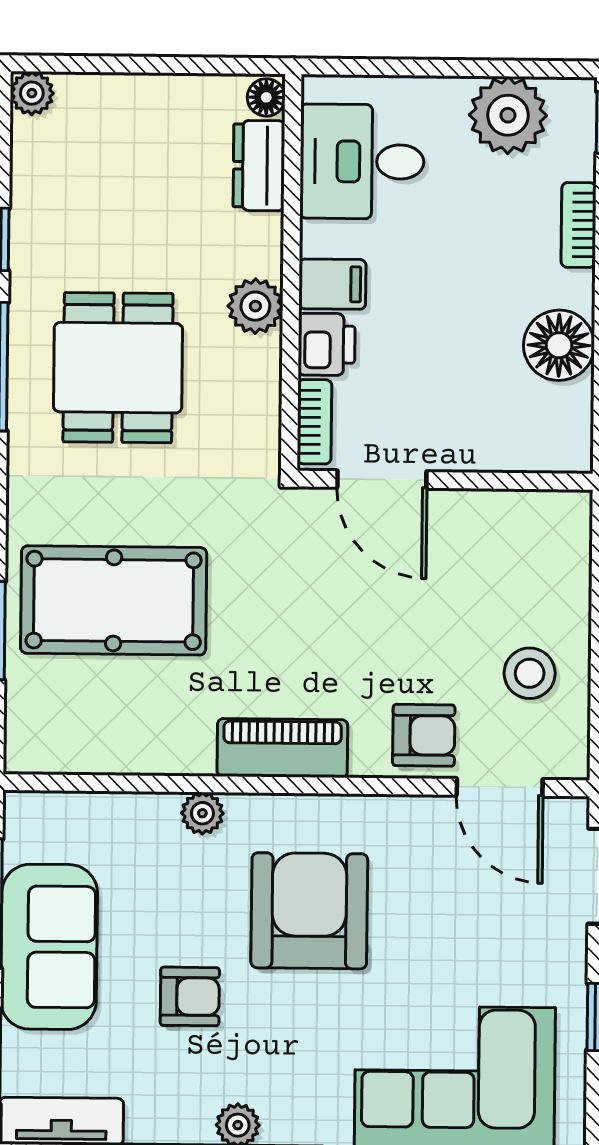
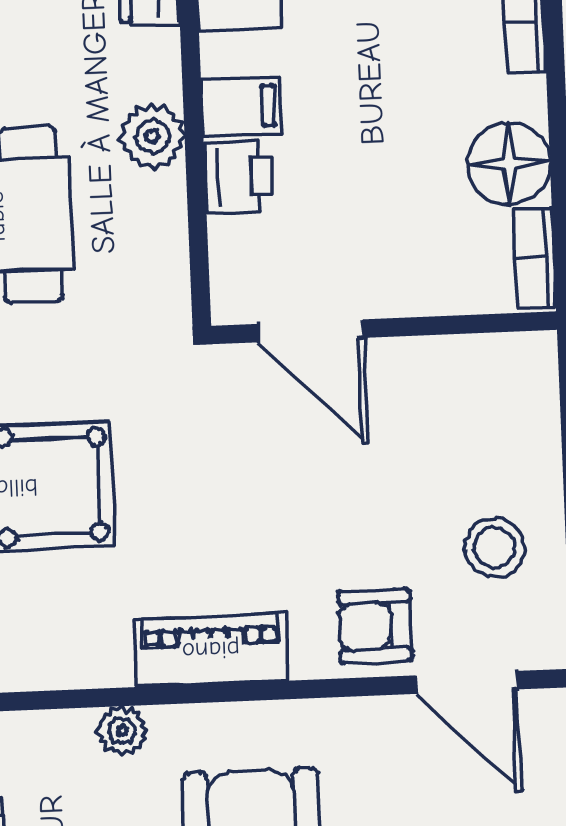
bookcase: (314, 422) -> (534, 258), moved, turned 180
armchair: (424, 735) -> (375, 626), turned 180

